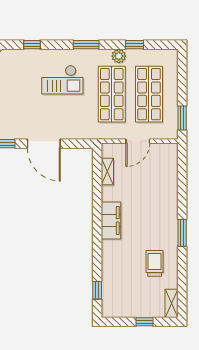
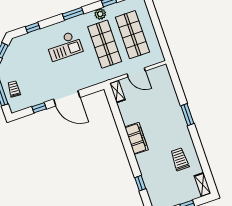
window: (182, 118) -> (163, 44), removed
door: (138, 141) -> (136, 72), hinge flipped
shelving: (107, 172) -> (117, 91), moved
window: (182, 233) -> (187, 115), moved
window: (97, 290) -> (140, 183), moved

